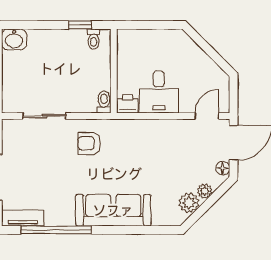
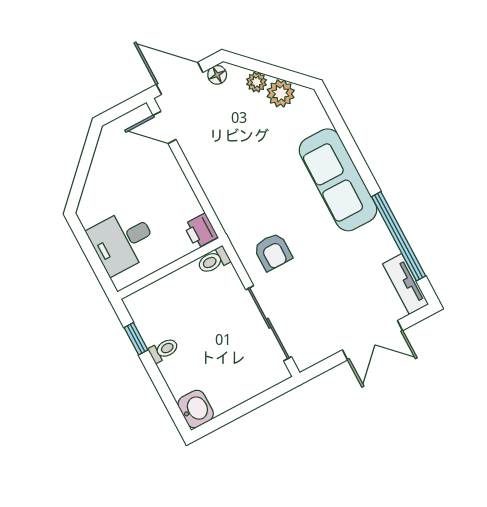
toilet: (94, 39) -> (164, 350), moved
desk: (159, 92) -> (123, 241), moved, turned 180
sliding door: (44, 116) -> (269, 323), width x1.37

